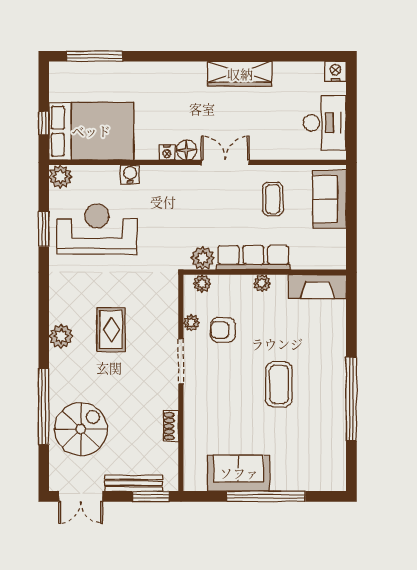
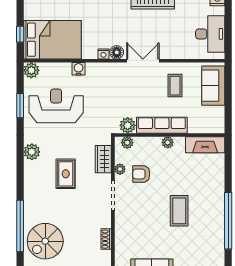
wardrobe: (167, 308) -> (103, 159), added
plant: (61, 336) -> (32, 152), moved
spiral stairs: (81, 429) -> (45, 241), turned 180

